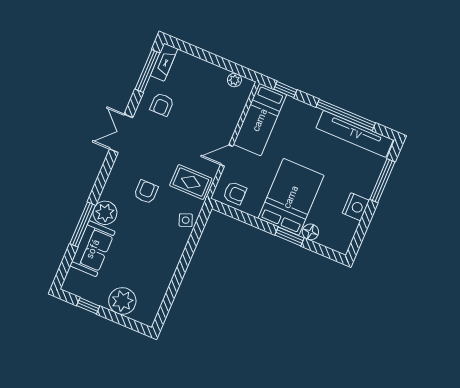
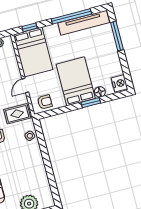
bed: (260, 120) -> (33, 52), width x1.50
nightstand: (356, 207) -> (119, 83), moved

